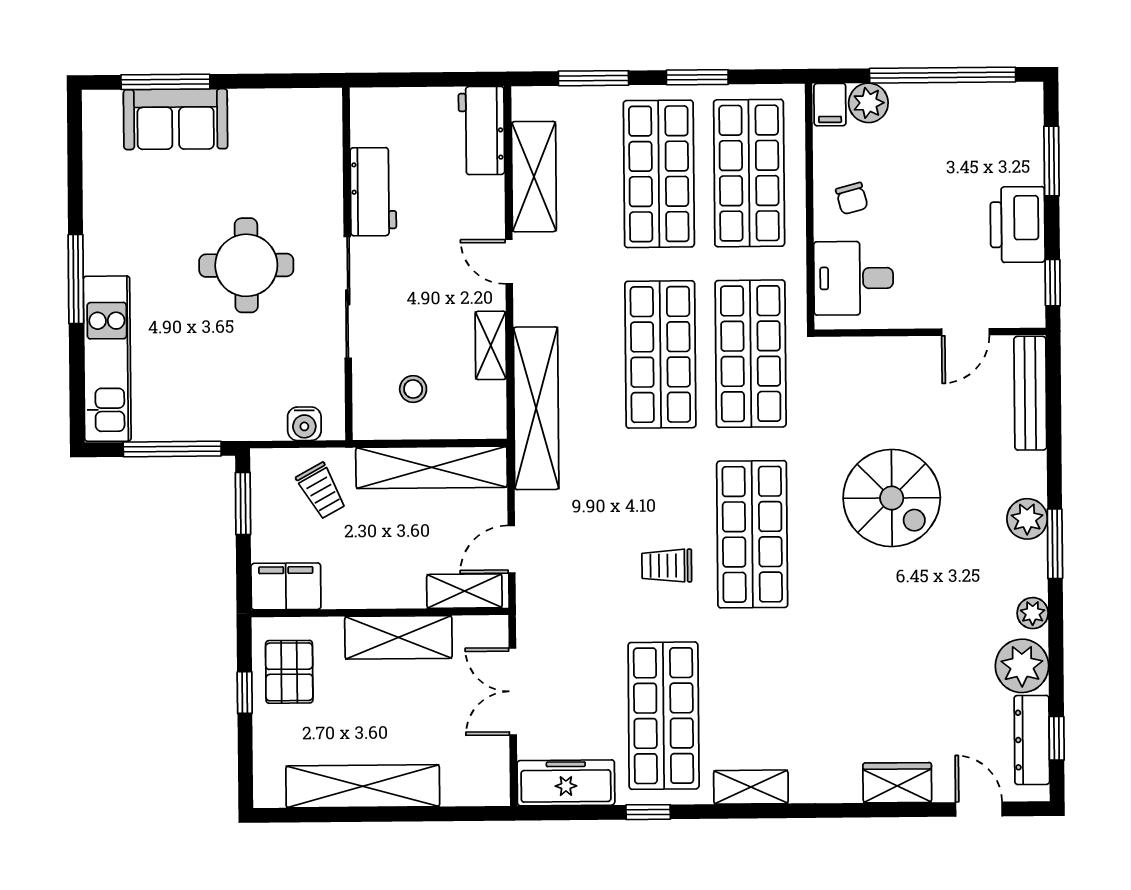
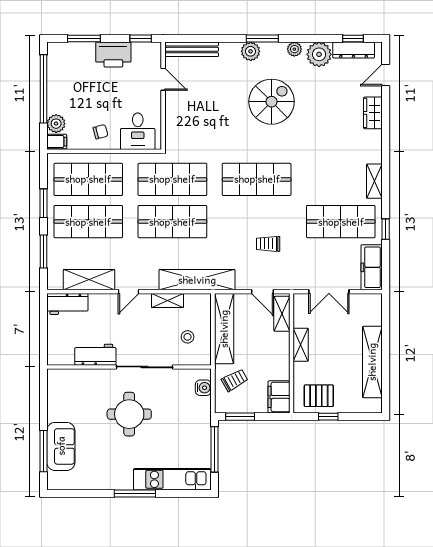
spiral stairs: (892, 498) -> (272, 102), moved
trolley: (667, 566) -> (268, 244), moved, turned 90
shelving: (398, 637) -> (301, 345), width x0.67, depth x0.75

